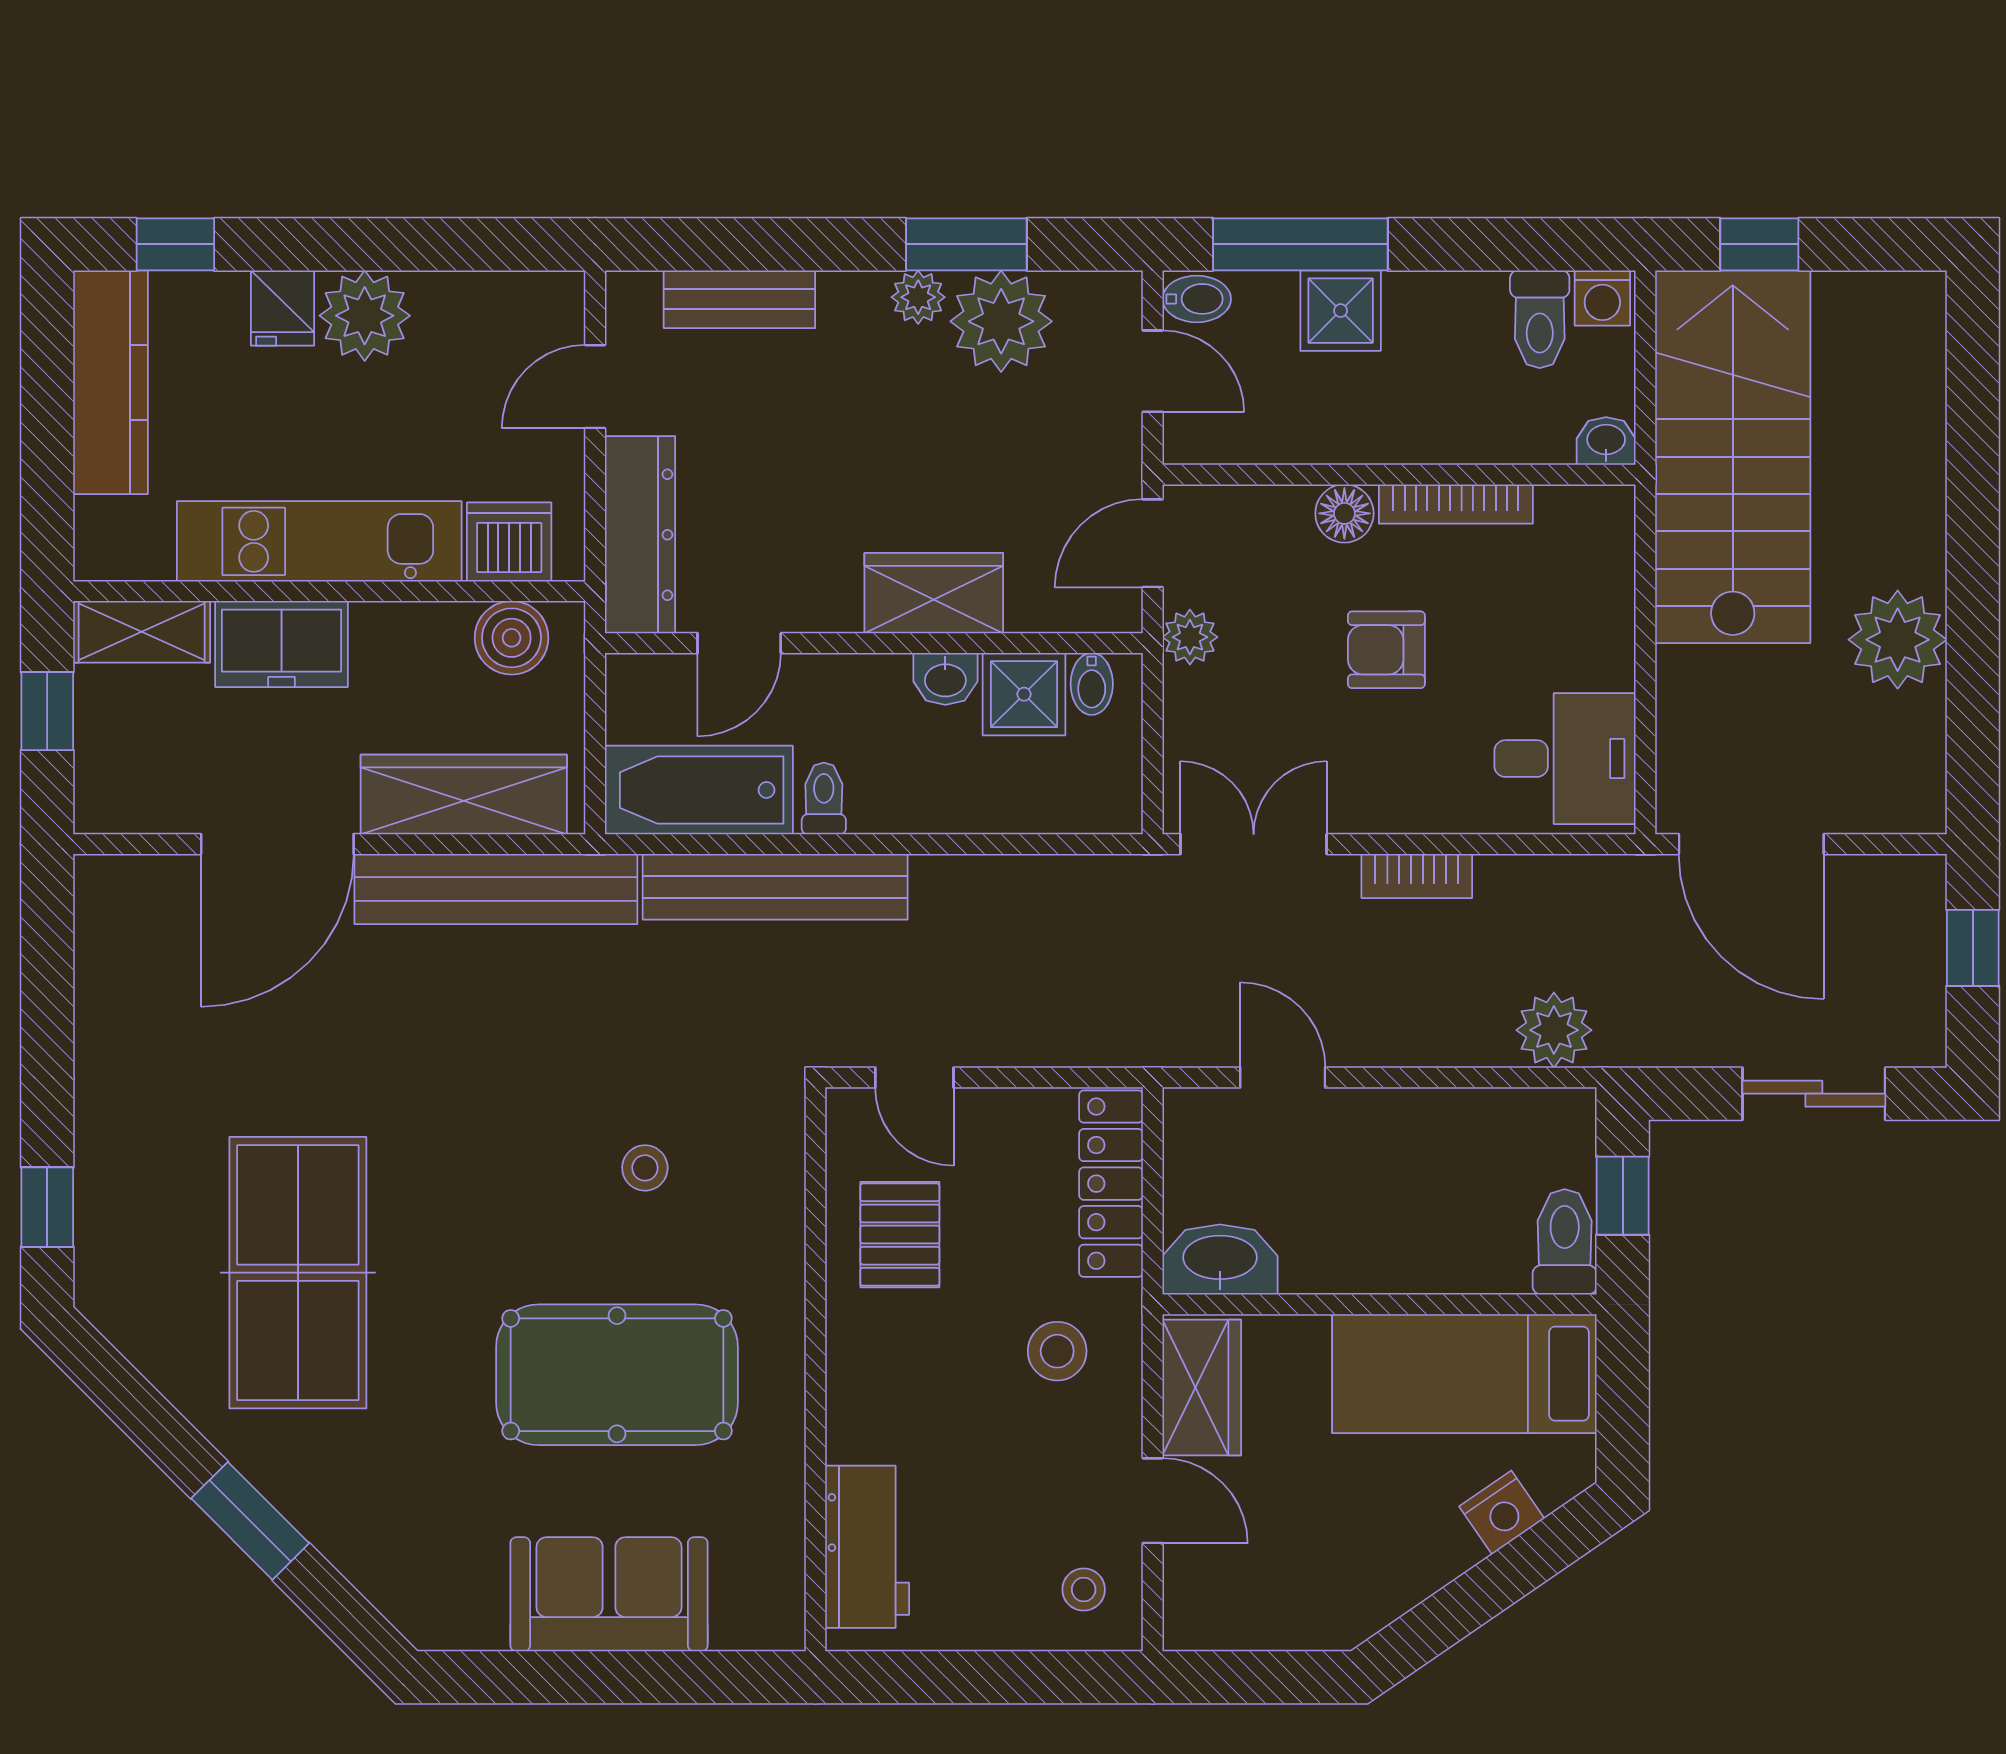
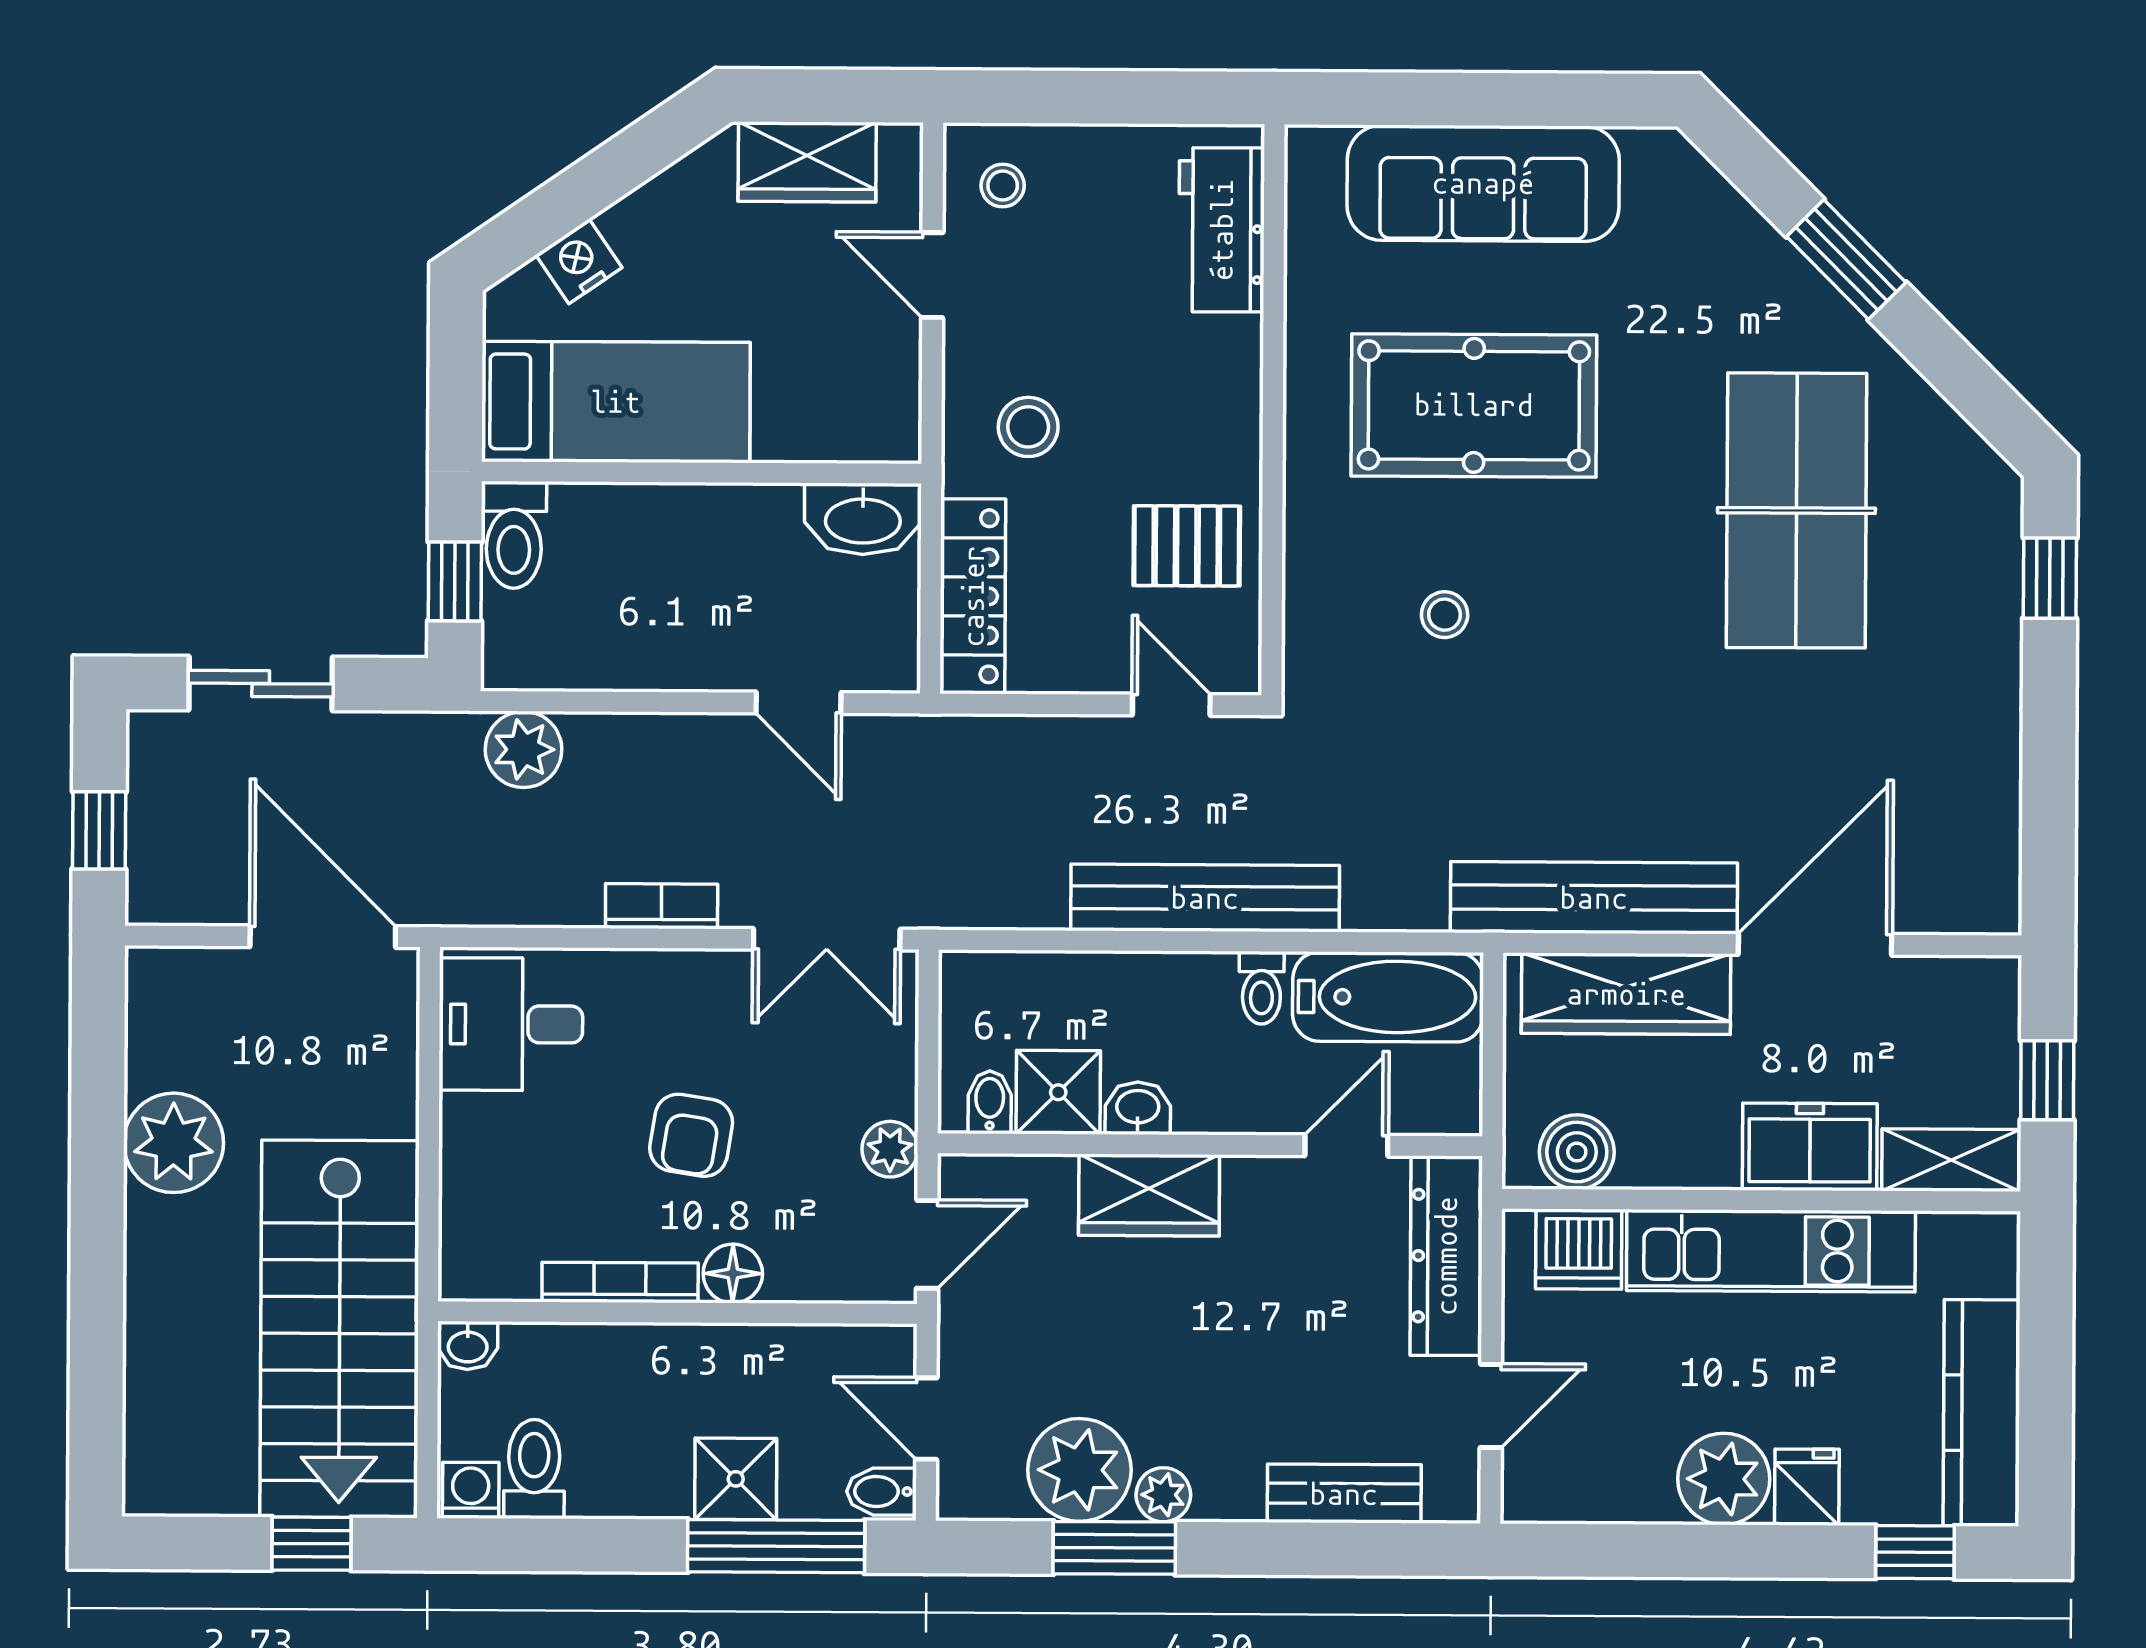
armchair: (1386, 650) -> (691, 1135), turned 99
bench: (775, 887) -> (1205, 898), moved
pallet: (900, 1235) -> (1187, 546), turned 90
wardrobe: (1202, 1388) -> (807, 162), moved, turned -90
sofa: (609, 1594) -> (1483, 183), width x1.36

